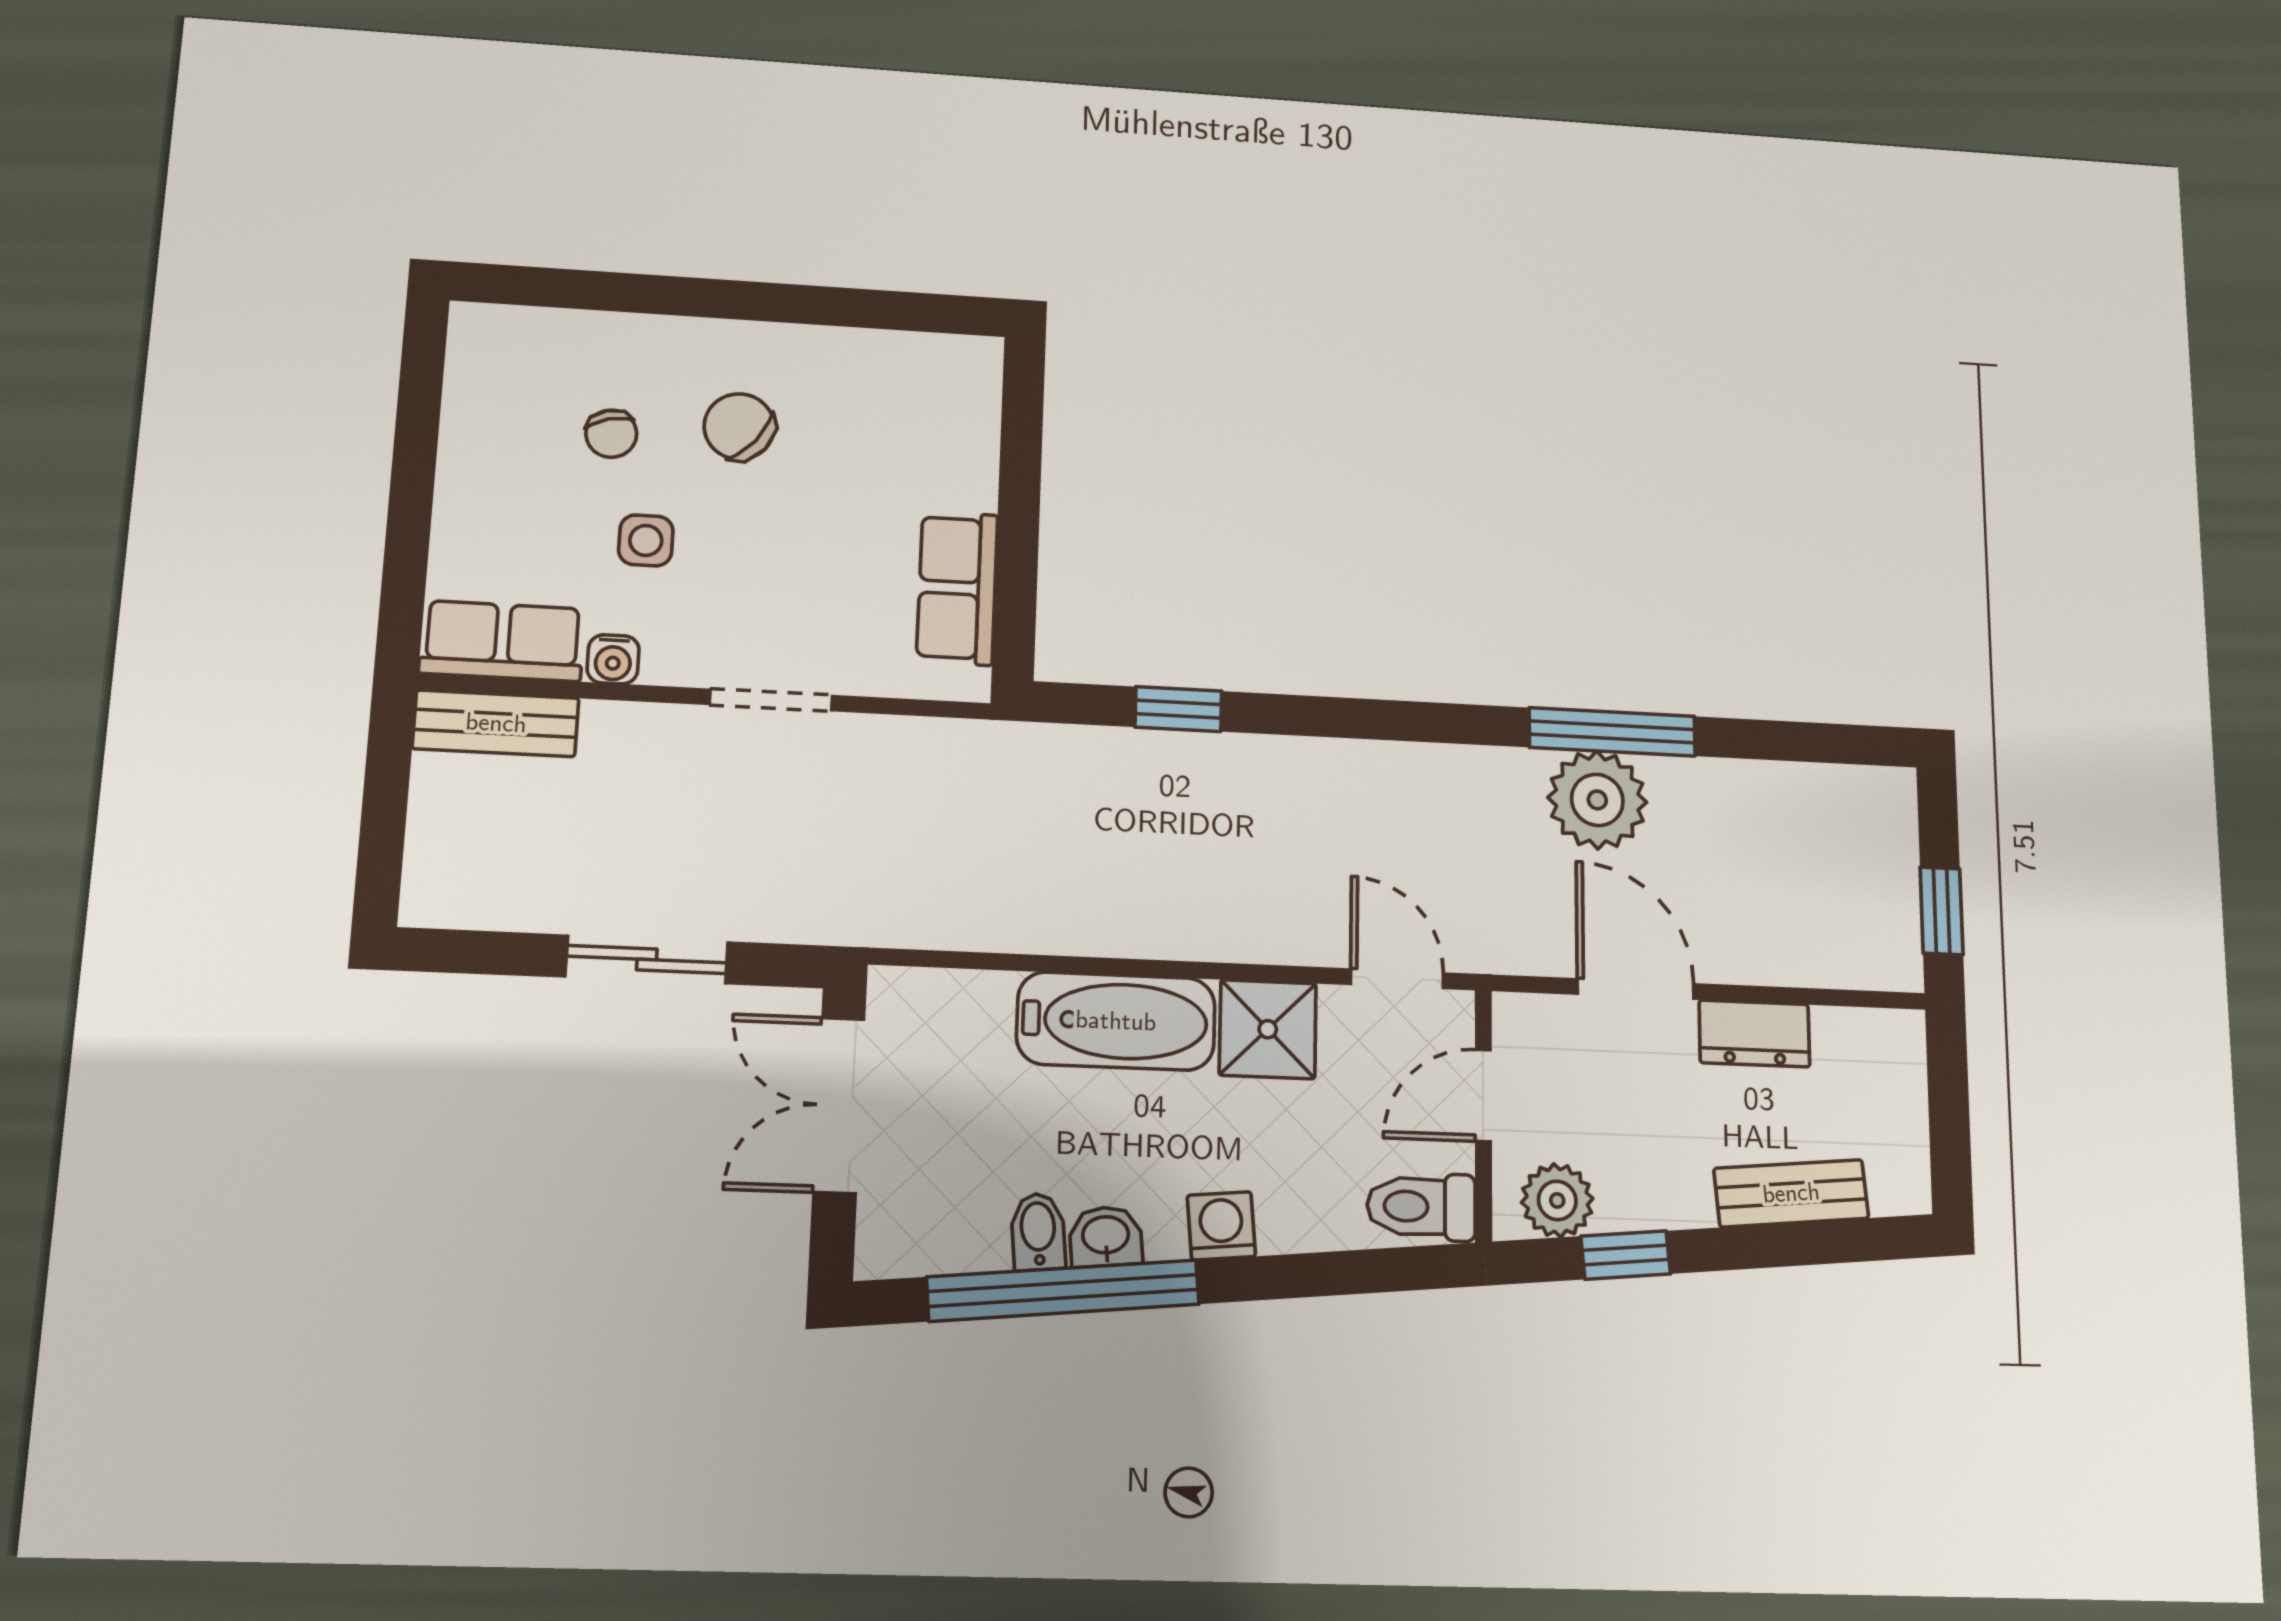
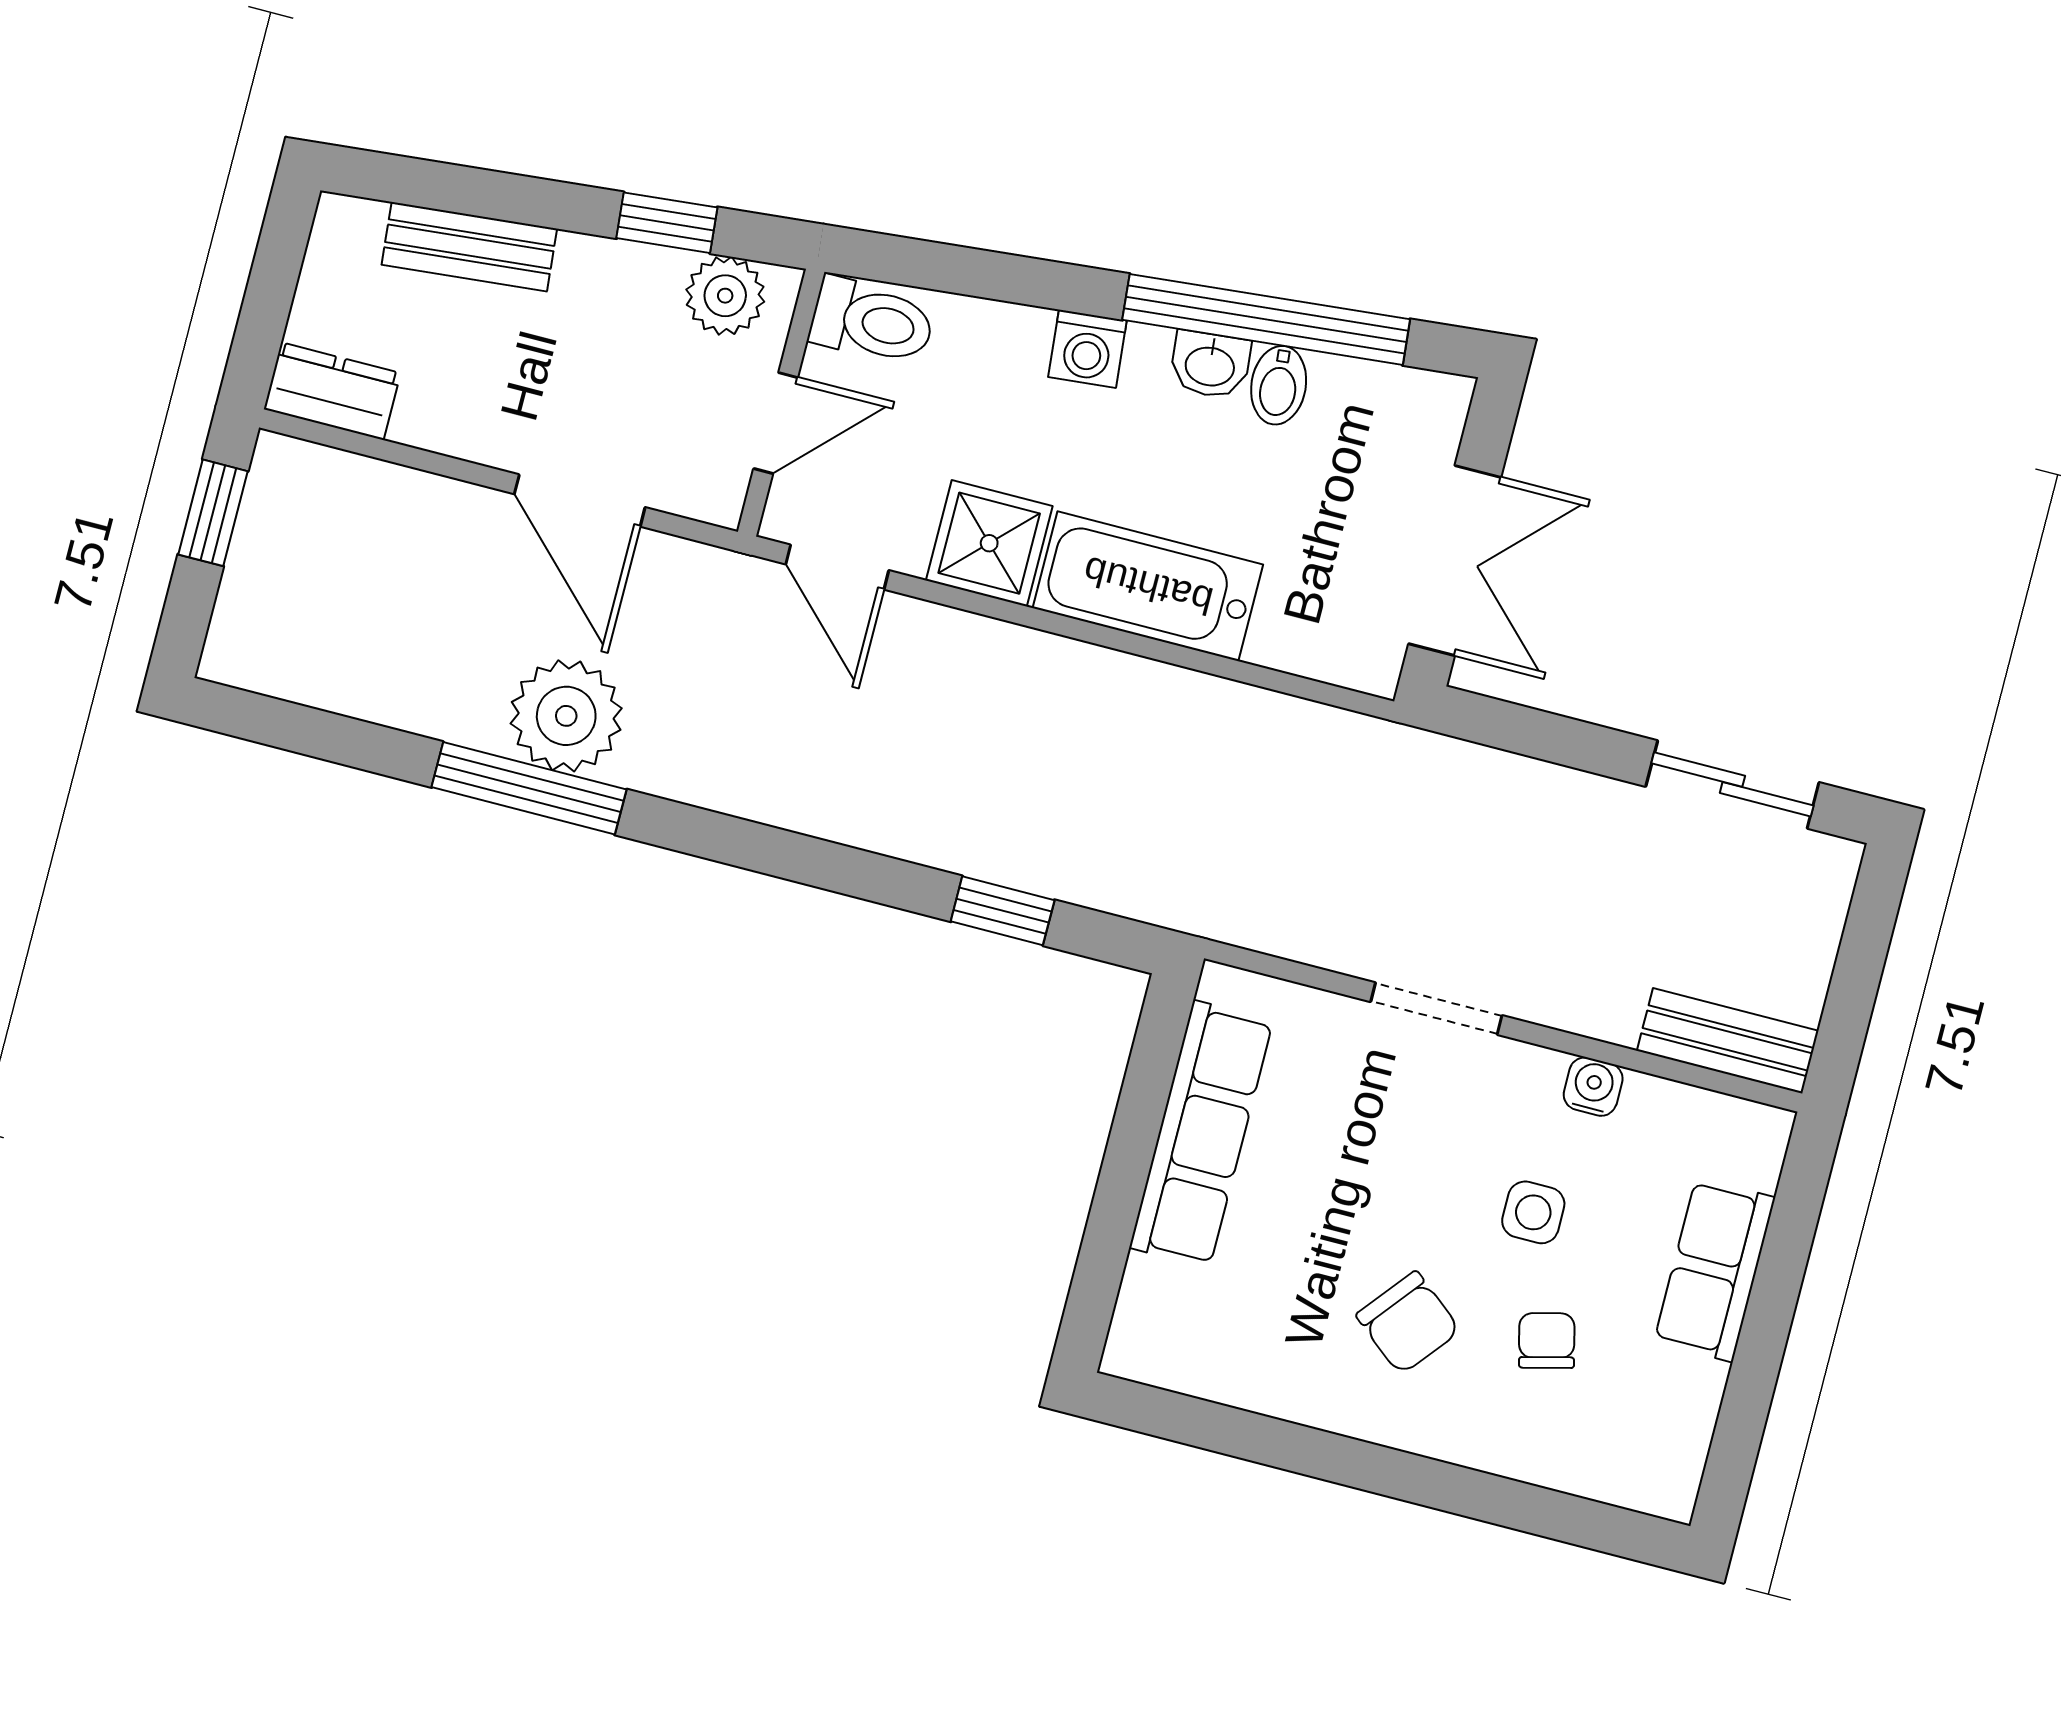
row of seats: (957, 588) -> (1201, 1134), width x1.48
row of seats: (502, 641) -> (1714, 1270), moved, turned 90
sliding door: (647, 959) -> (1732, 784), moved
dresser: (1754, 1034) -> (332, 391), moved

